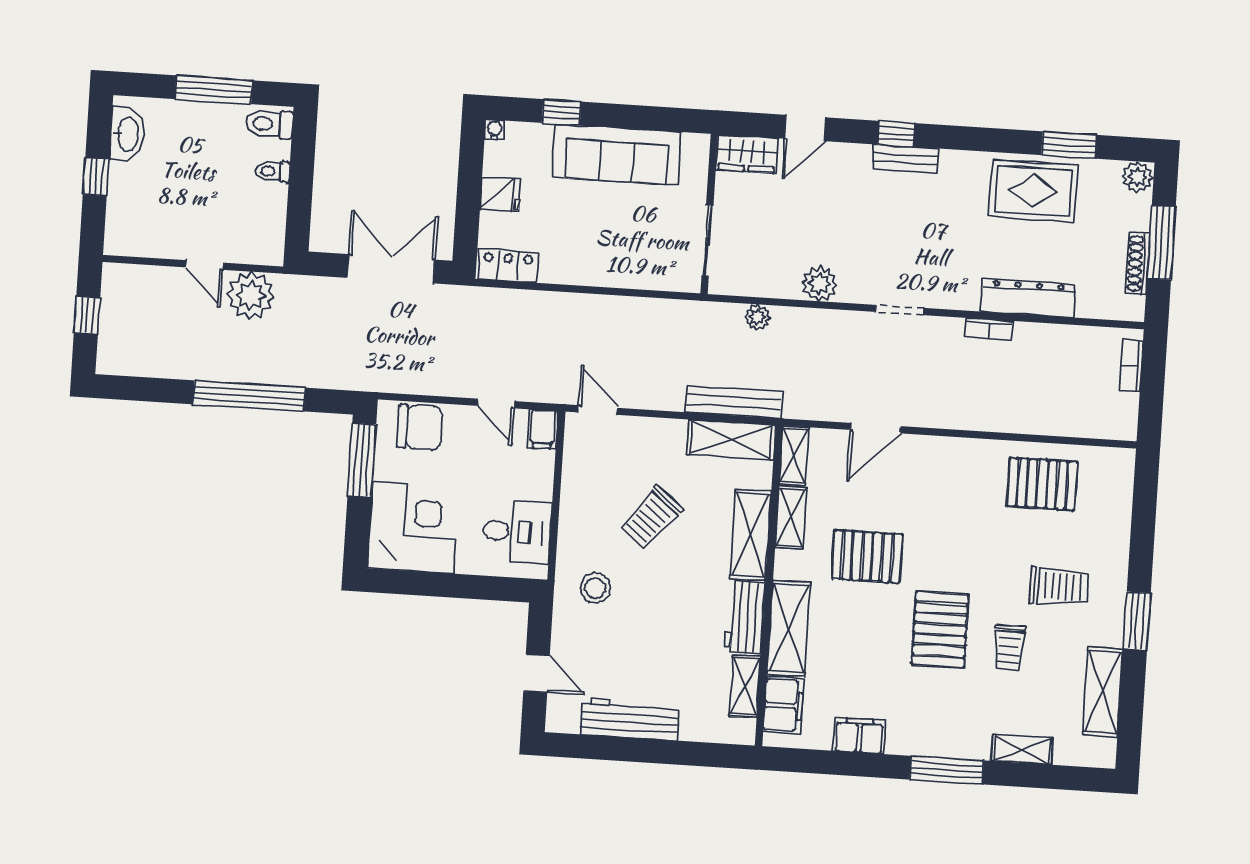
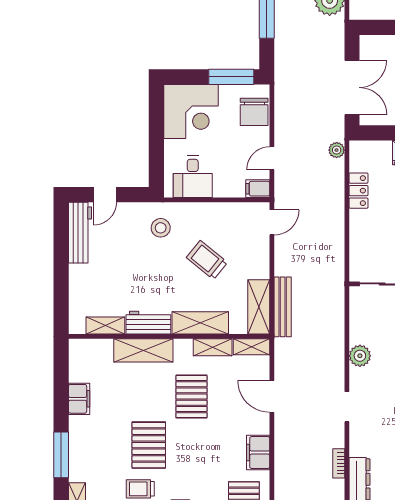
locker: (508, 266) -> (359, 191), moved
plant: (757, 317) -> (337, 150), moved
pallet: (940, 629) -> (149, 445), turned 90
filing cabinet: (783, 705) -> (258, 453), moved, turned 90
workbench: (630, 719) -> (80, 233), moved

